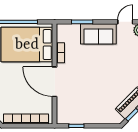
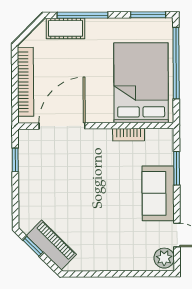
door: (55, 82) -> (62, 126), moved

